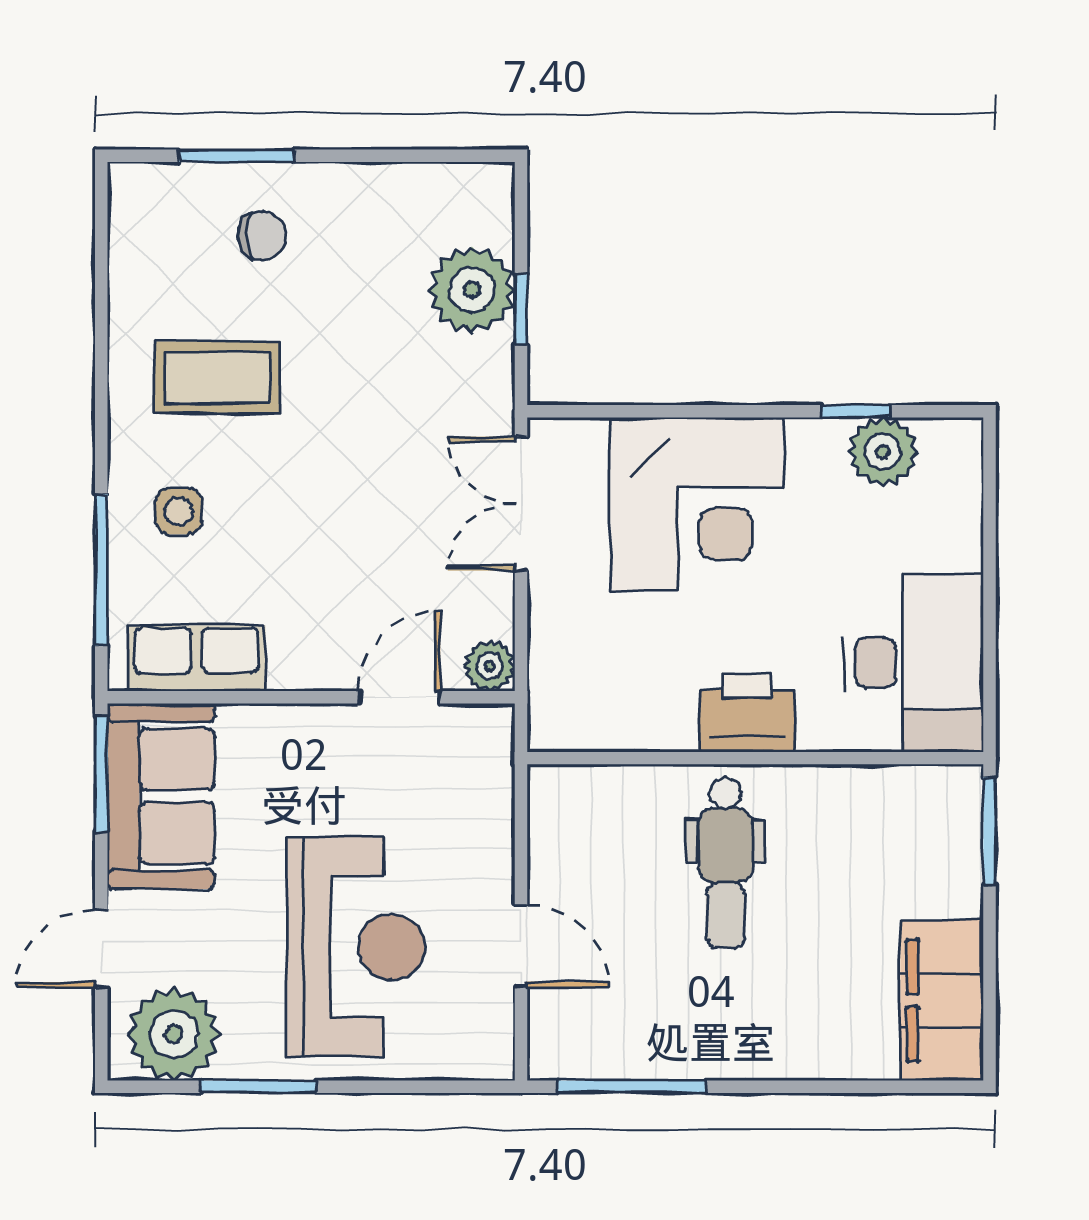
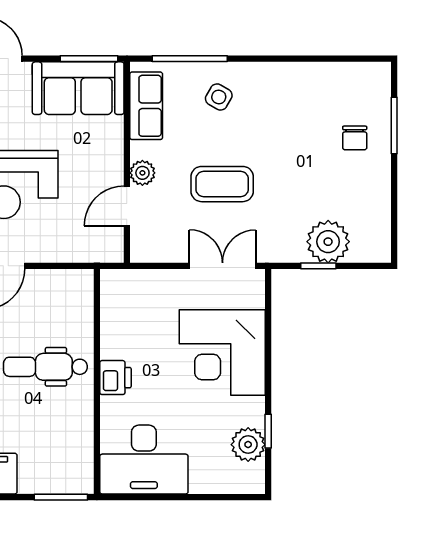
coffee table: (217, 377) -> (222, 184), moved, turned 90
side table: (179, 511) -> (219, 97), turned 30
plant: (490, 666) -> (142, 173), moved
door: (400, 697) -> (127, 206), swing flipped
printer: (747, 713) -> (115, 378), width x0.73, depth x0.81

